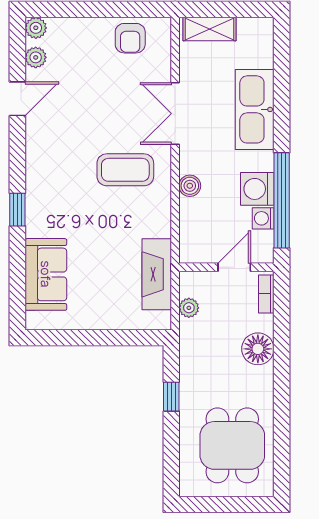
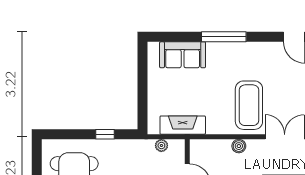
coffee table: (125, 170) -> (249, 105), width x1.36, depth x1.32
window: (17, 210) -> (224, 37), width x2.17

